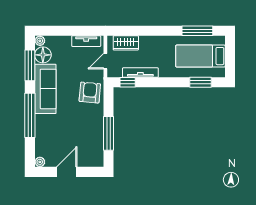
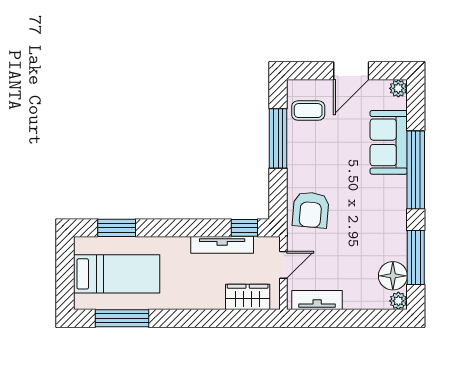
sofa: (45, 89) -> (389, 142), moved, width x0.73
coffee table: (91, 149) -> (308, 111), added

